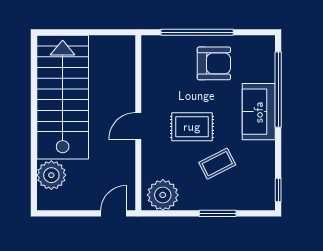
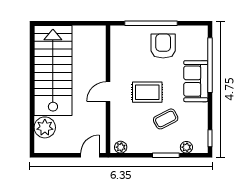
armchair: (214, 63) -> (163, 46), turned -90
plant: (163, 195) -> (121, 147), width x0.53, depth x0.53
plant: (246, 202) -> (186, 147), added

